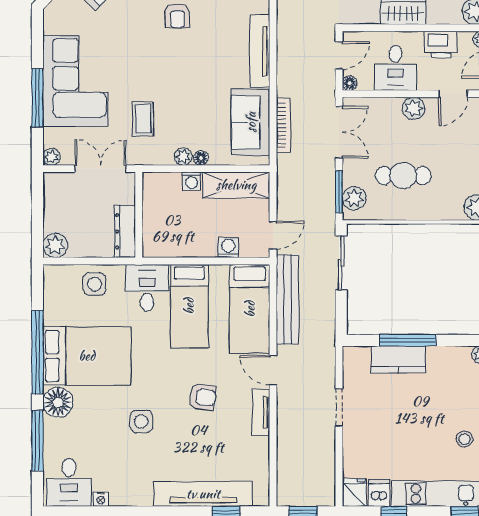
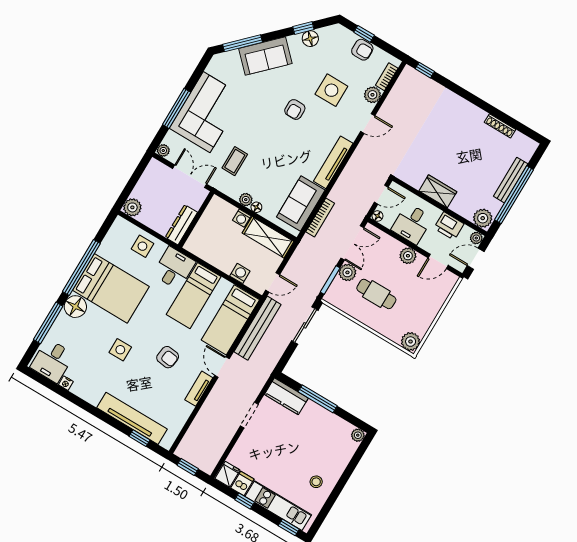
plant: (354, 198) -> (347, 272), moved
kitchen counter: (398, 359) -> (286, 396), moved

